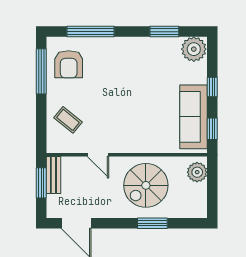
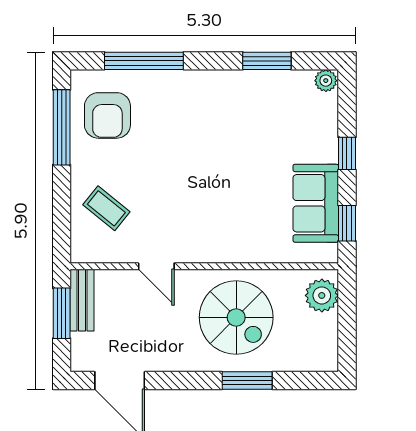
plant: (194, 49) -> (326, 81), width x0.53, depth x0.53
sofa: (194, 117) -> (316, 203), width x0.73
spiral stairs: (146, 185) -> (236, 317), turned -90

